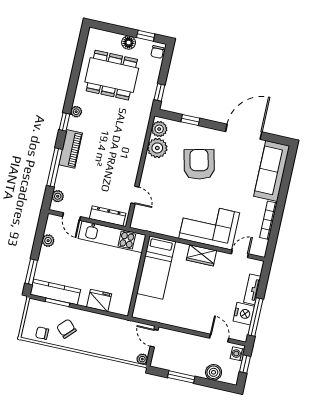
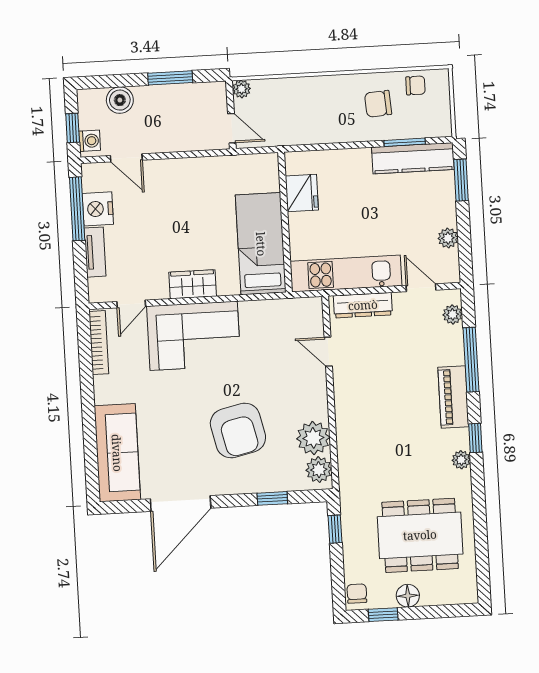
bookcase: (268, 220) -> (99, 343), moved
fridge: (99, 300) -> (302, 193), moved, turned -90
chair: (66, 329) -> (378, 104), turned 132

